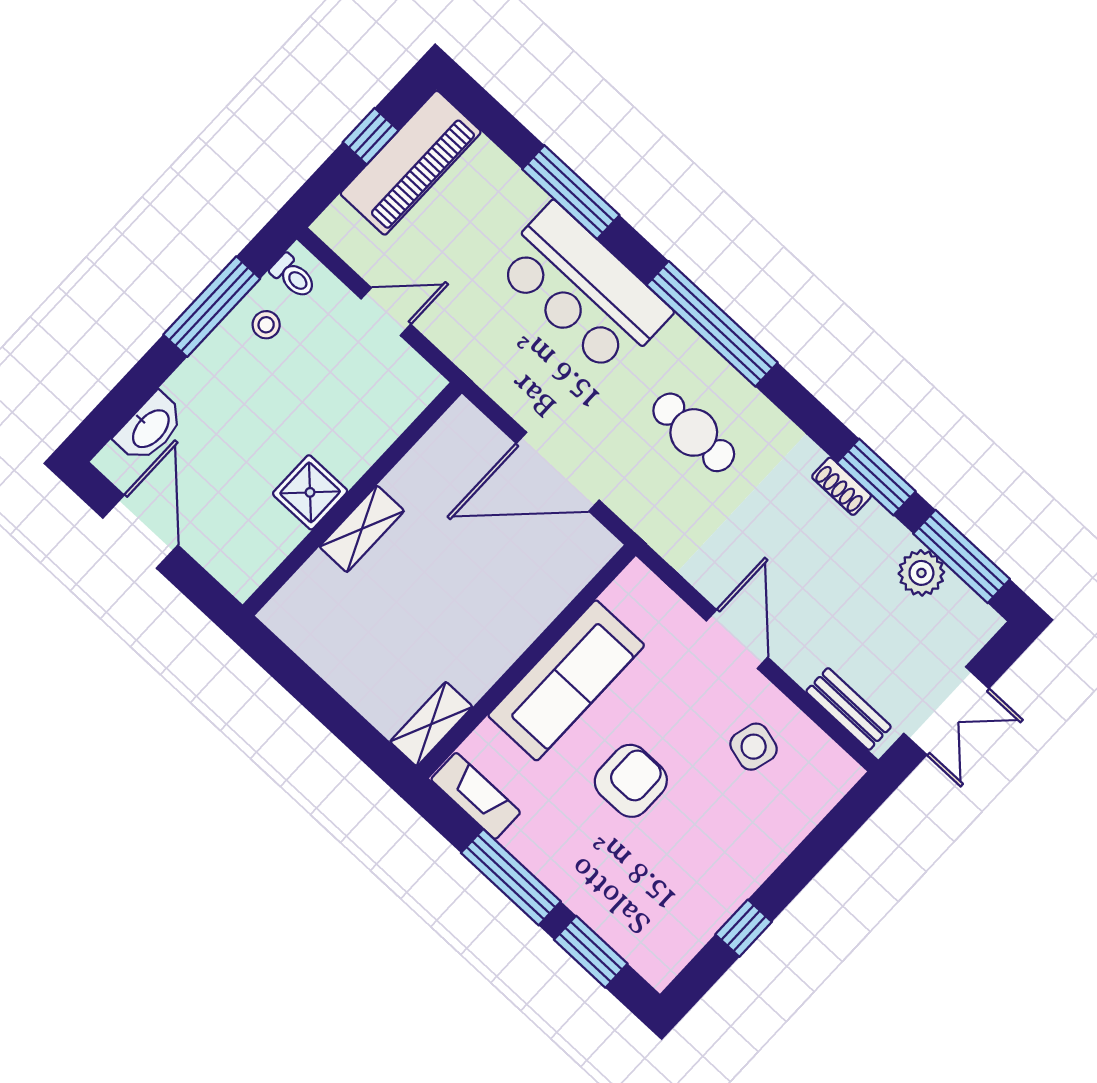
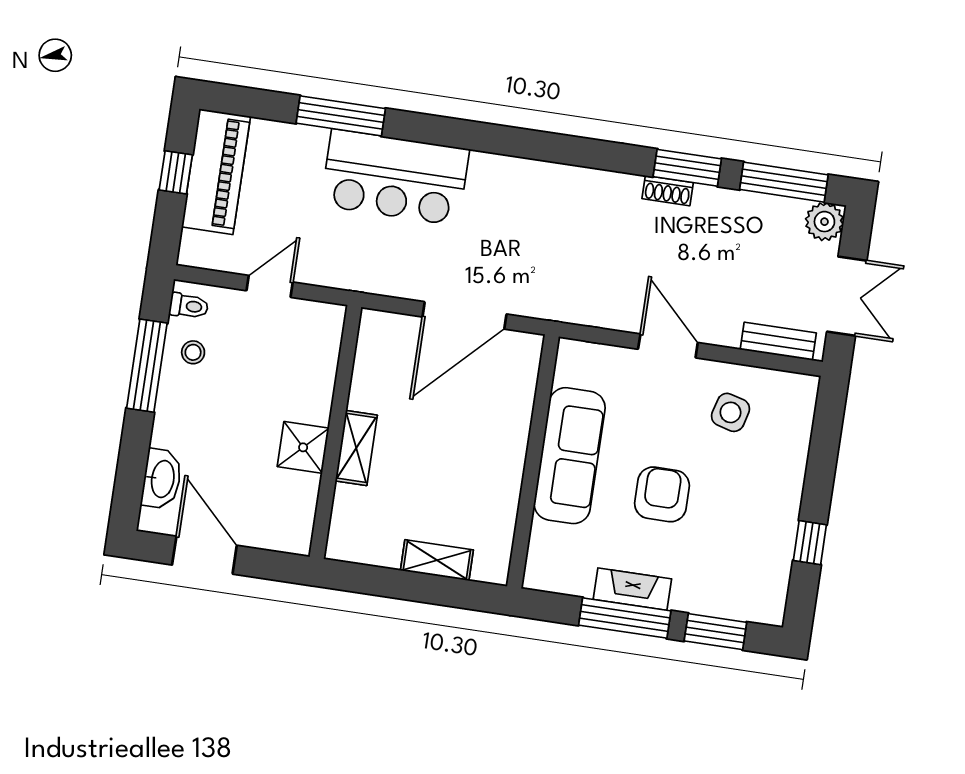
window: (712, 324) -> (501, 140), removed
cafe table: (694, 432) -> (540, 224), removed
plant: (921, 573) -> (824, 222), moved
shelving: (431, 724) -> (437, 560), moved, turned 90
fireplace: (476, 796) -> (632, 589), moved

